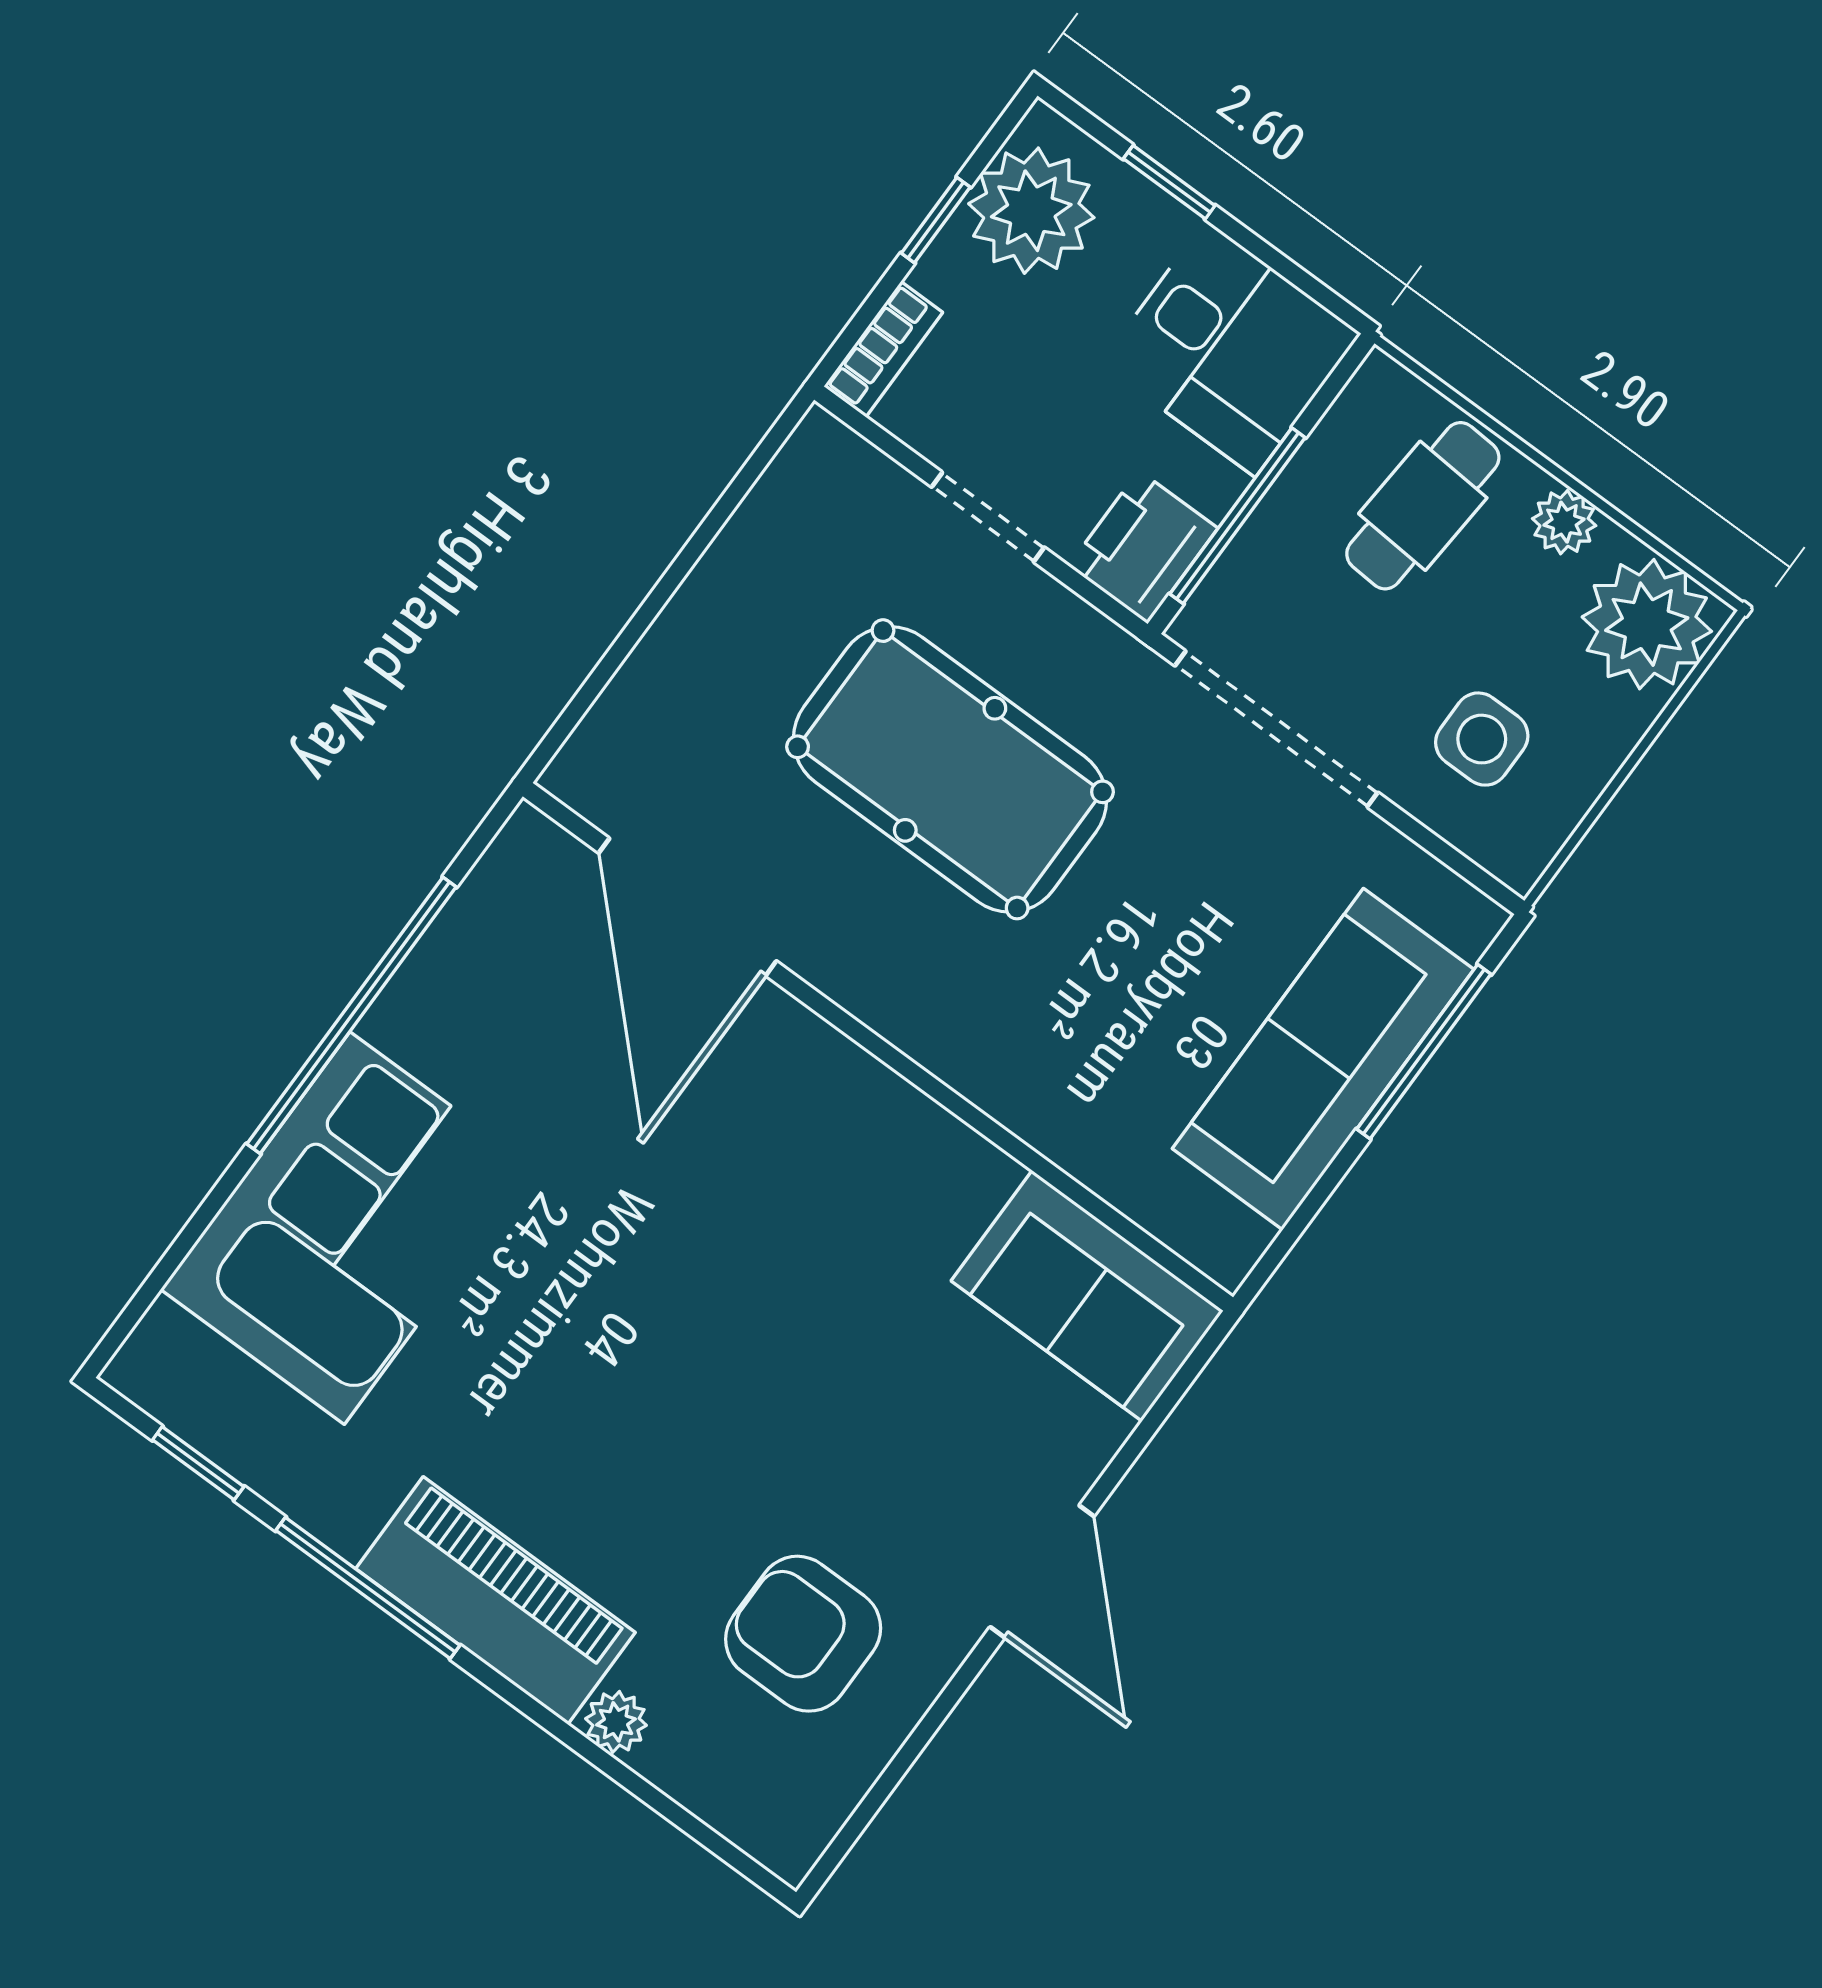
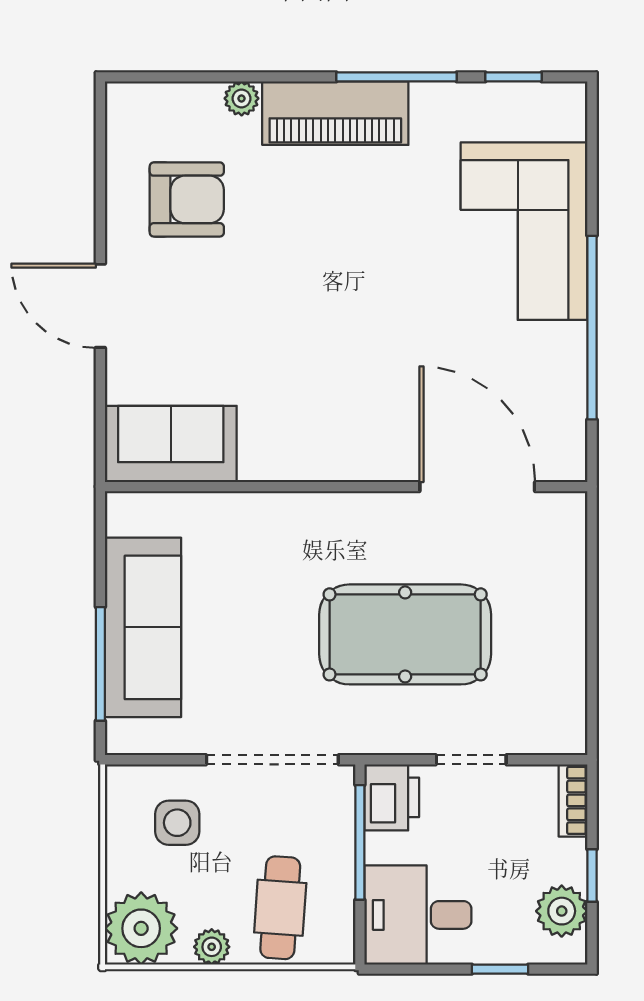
plant: (1031, 211) -> (562, 911), width x0.73, depth x0.73

